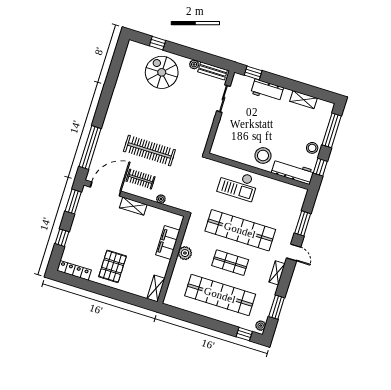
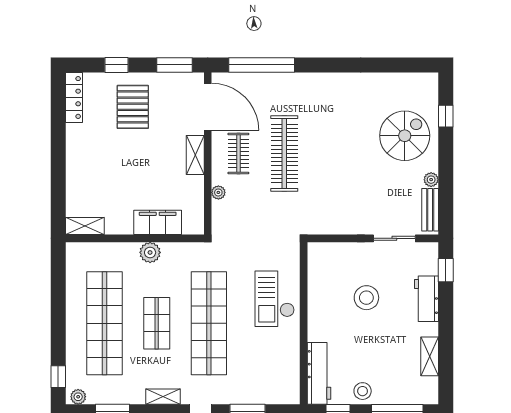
stool: (263, 156) -> (366, 298), moved
pallet: (113, 266) -> (133, 107), moved, turned 90

